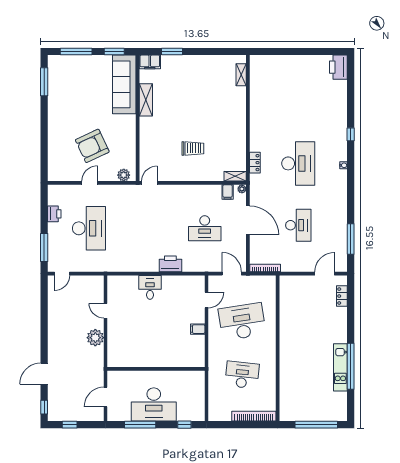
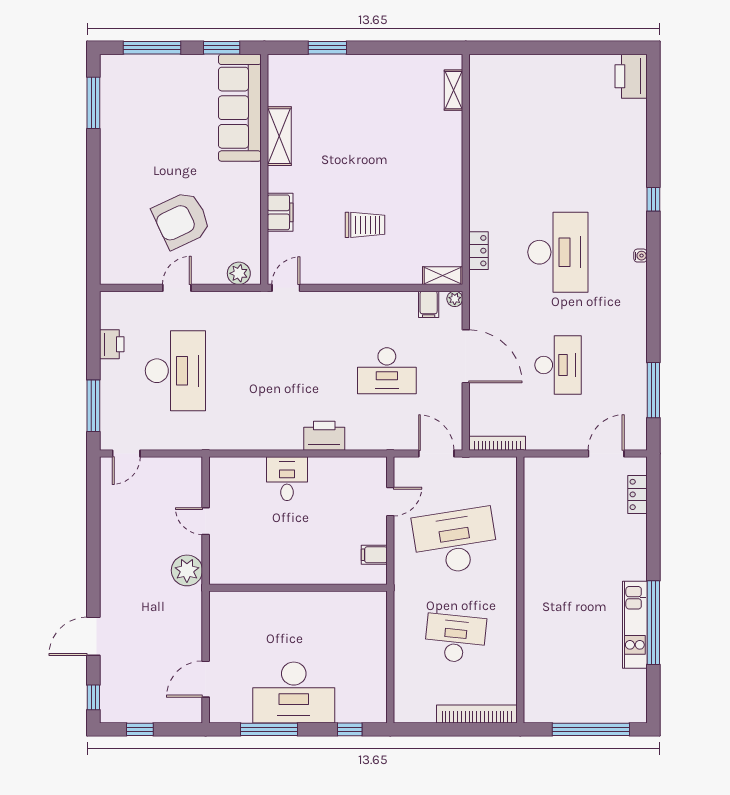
filing cabinet: (150, 62) -> (280, 212), moved, turned -90
wall: (156, 369) -> (298, 588), moved

